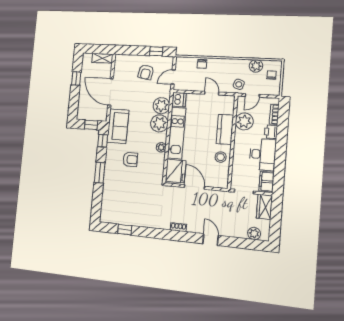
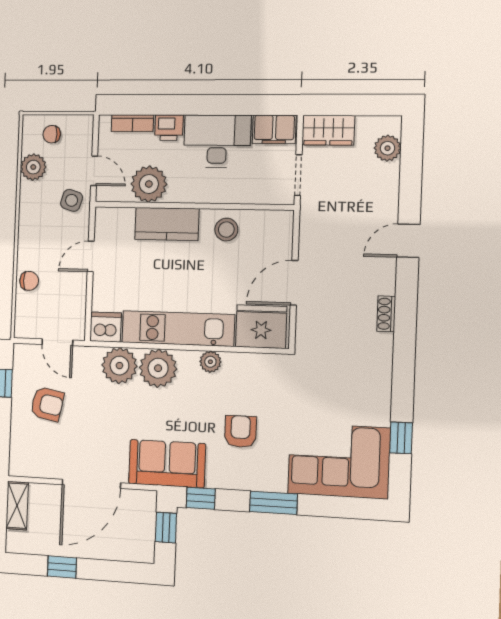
corner sofa: (116, 202) -> (339, 461), added

